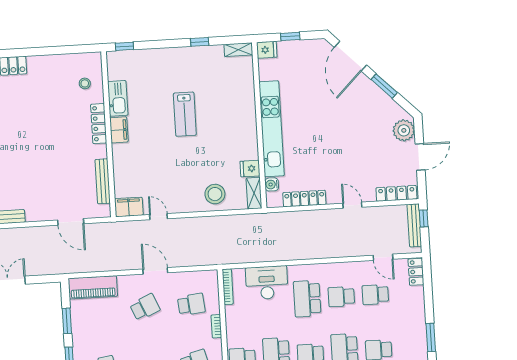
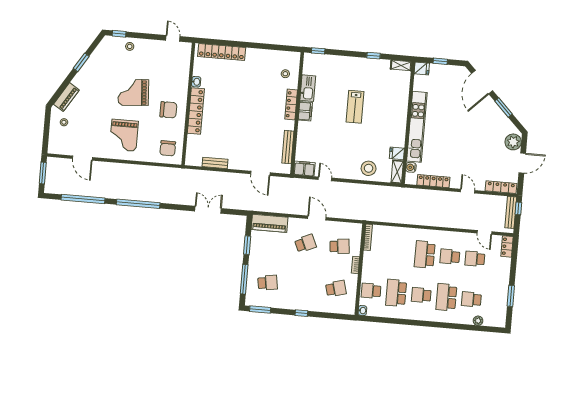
desk: (267, 283) -> (397, 239), removed

